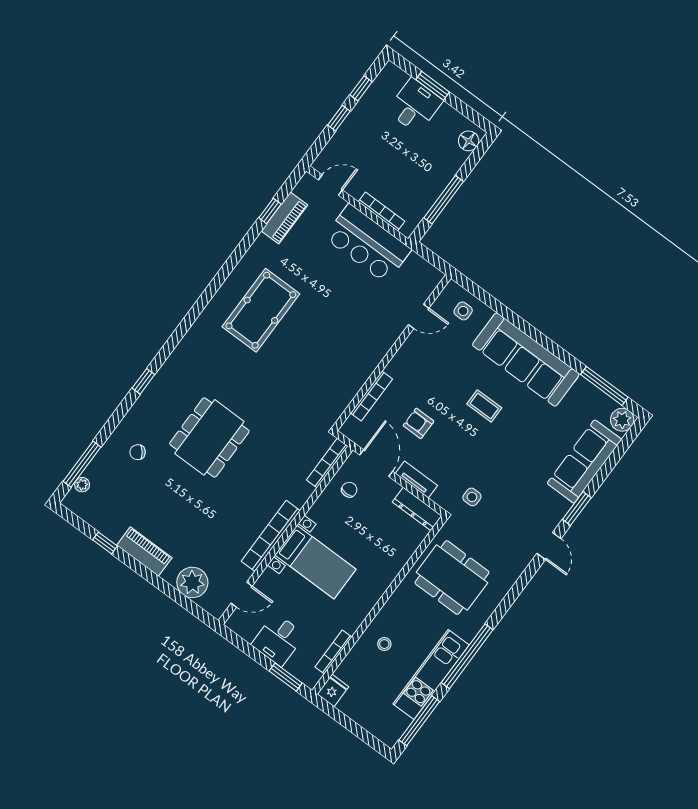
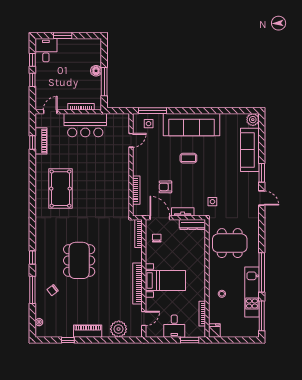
desk: (415, 106) -> (46, 50), moved
floor lamp: (469, 141) -> (96, 71), moved
window: (604, 386) -> (152, 111), moved
window: (82, 464) -> (32, 290), moved

